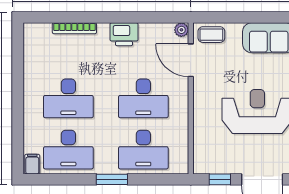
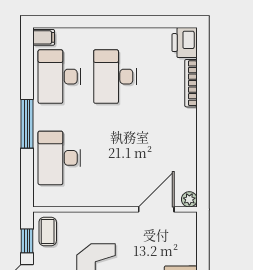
printer: (124, 34) -> (185, 43), moved
coffee table: (211, 35) -> (48, 231), moved
desk: (143, 98) -> (115, 158), removed
window: (112, 179) -> (27, 124), width x1.44

